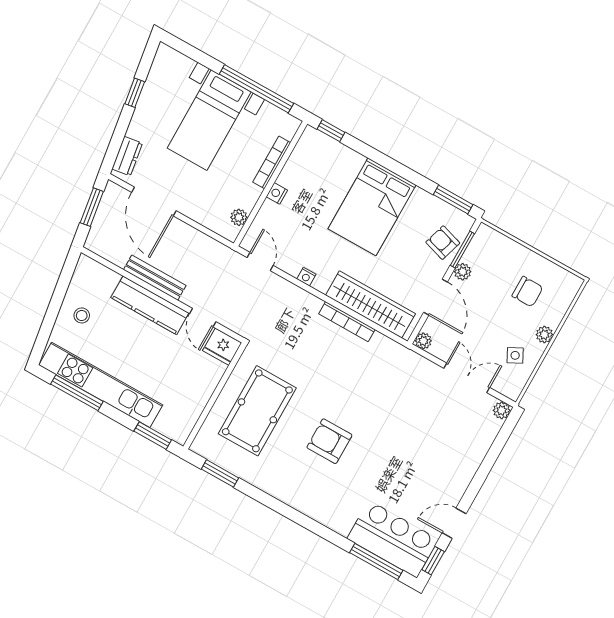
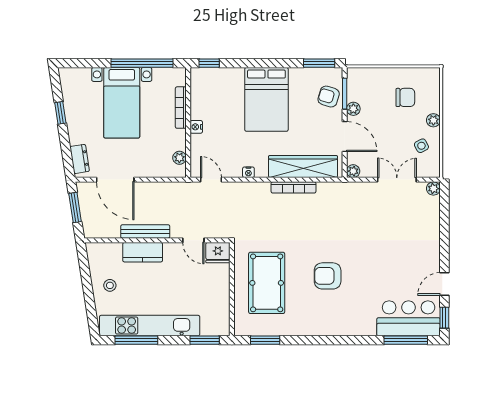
kitchen counter: (150, 305) -> (143, 252), width x0.67

